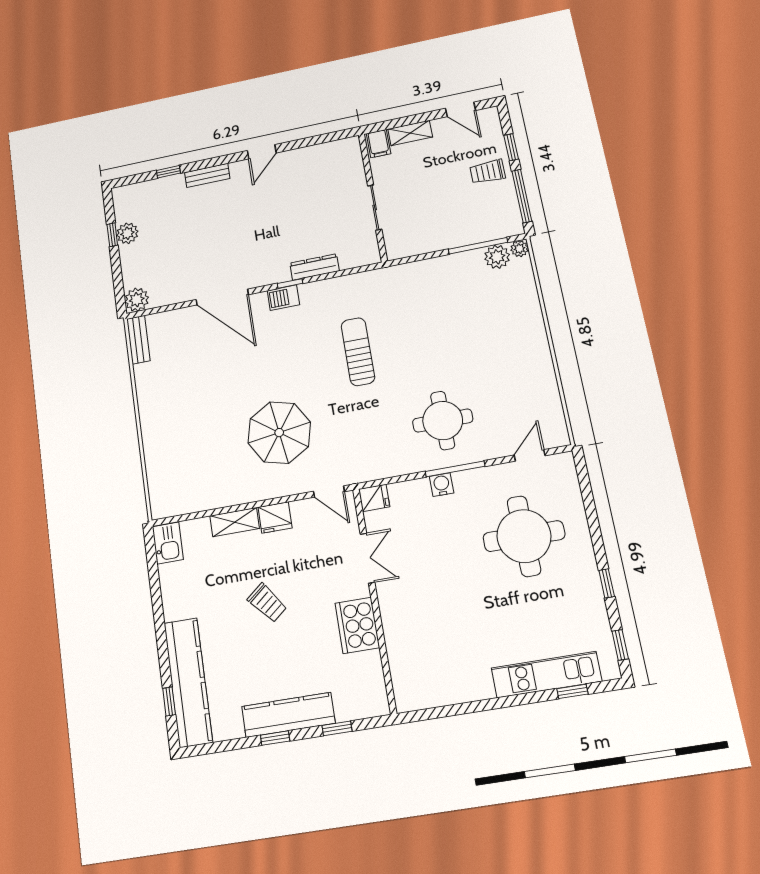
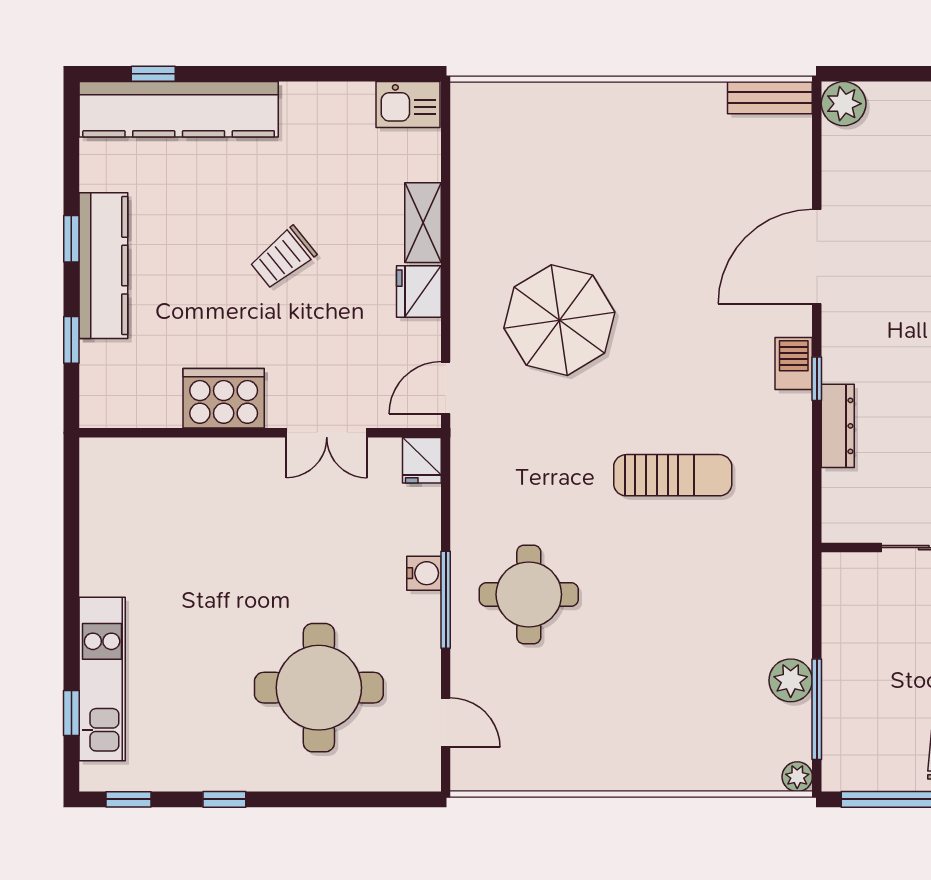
plant: (497, 257) -> (791, 680), moved

